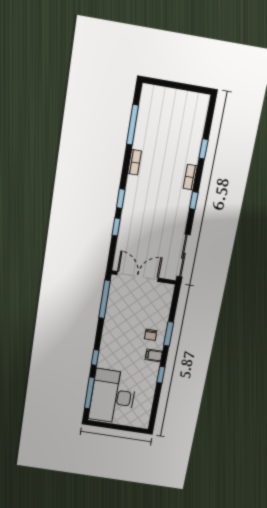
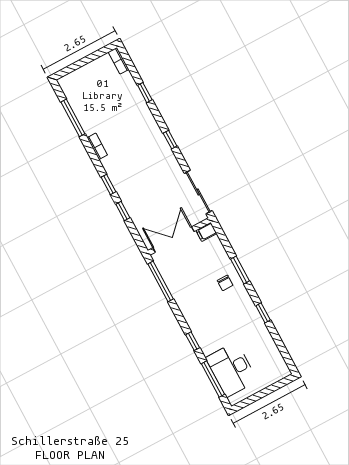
bookcase: (190, 177) -> (119, 61), moved
filing cabinet: (154, 355) -> (206, 232), moved
desk: (113, 397) -> (232, 369), width x0.73, depth x0.77

